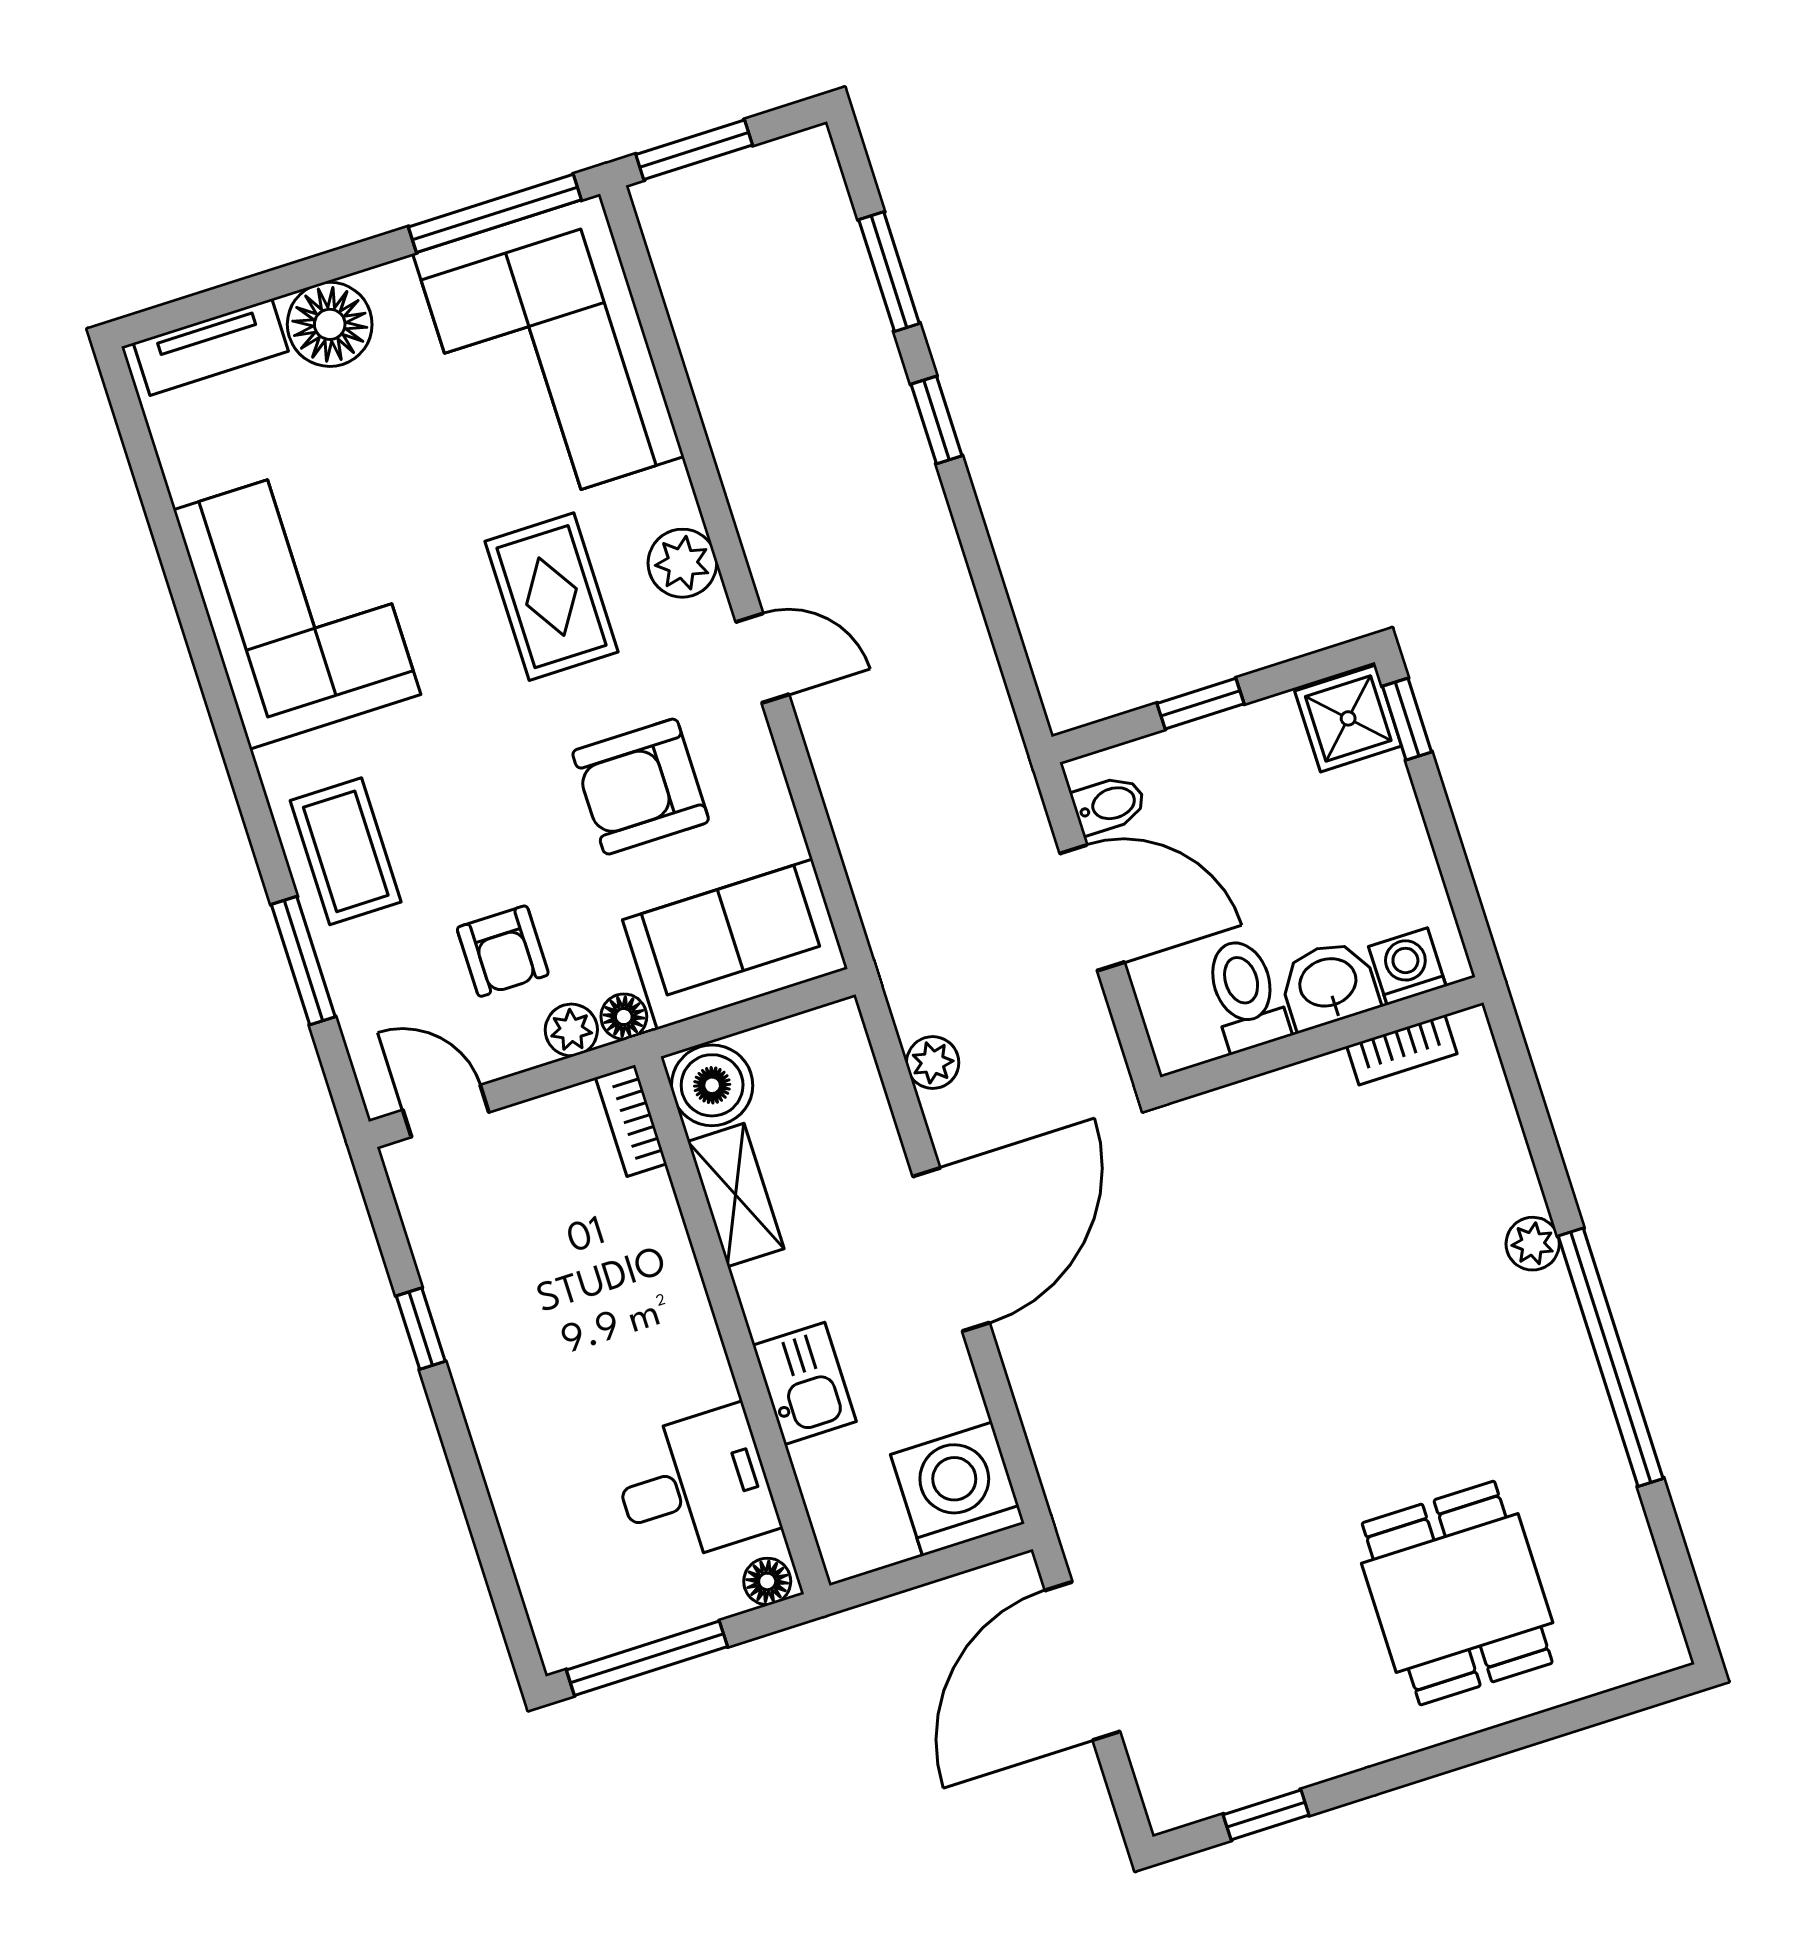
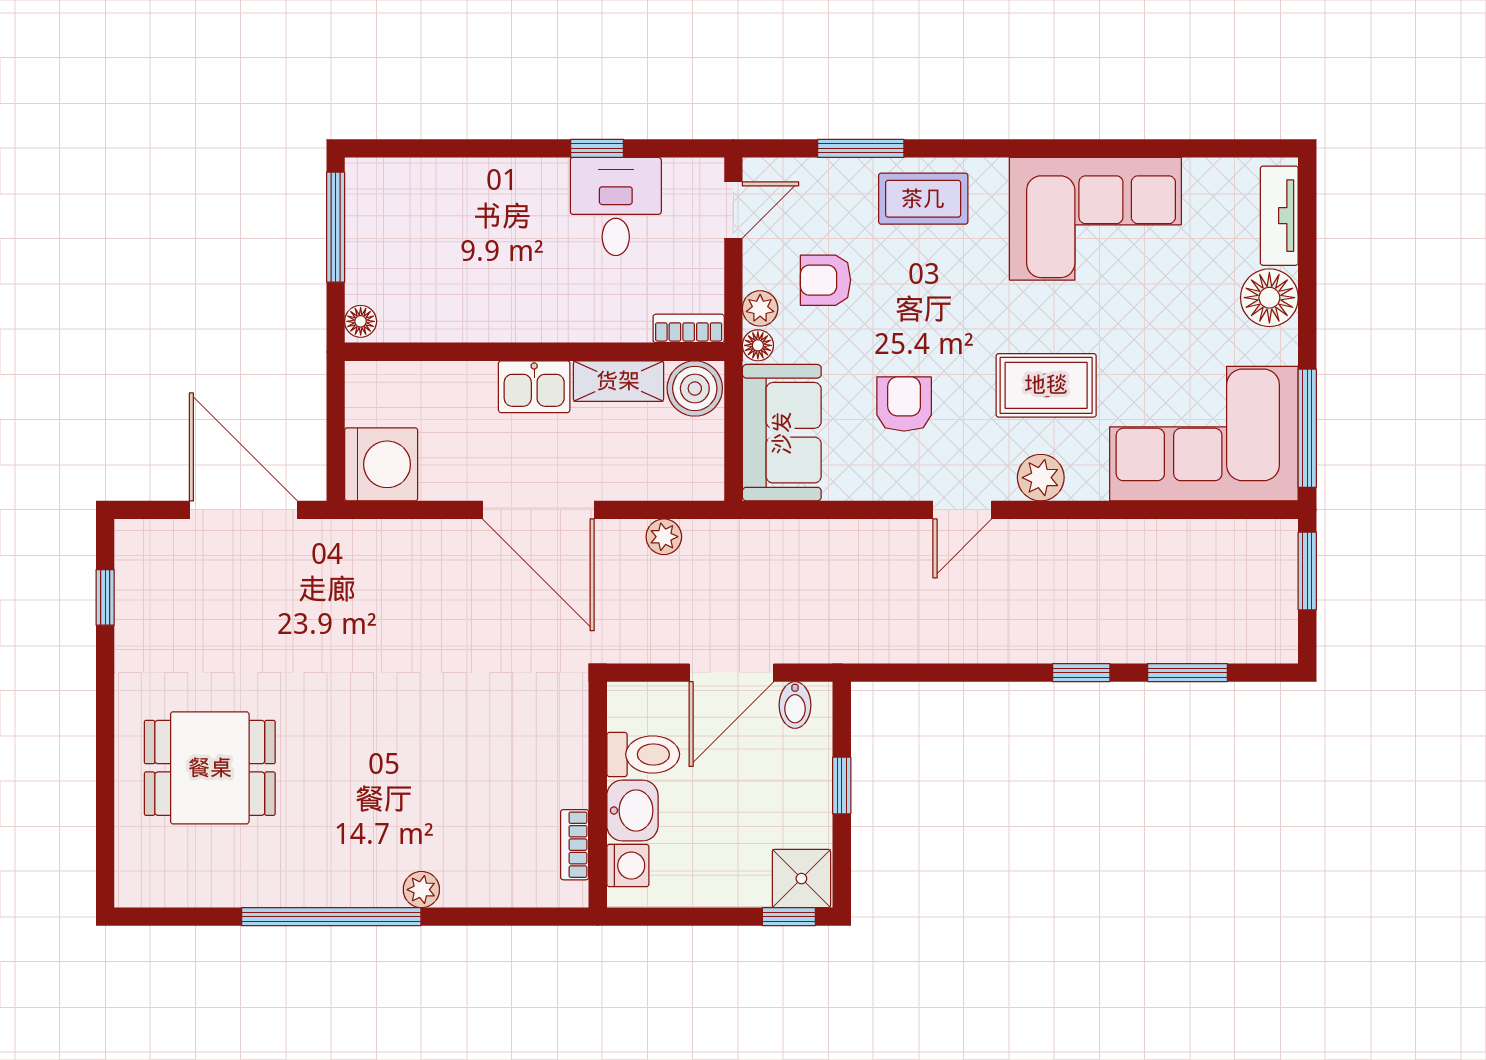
armchair: (641, 787) -> (904, 404), width x0.72, depth x0.72
kitchen sink: (804, 1383) -> (534, 387), moved
desk: (694, 1486) -> (616, 206), moved, turned 180

